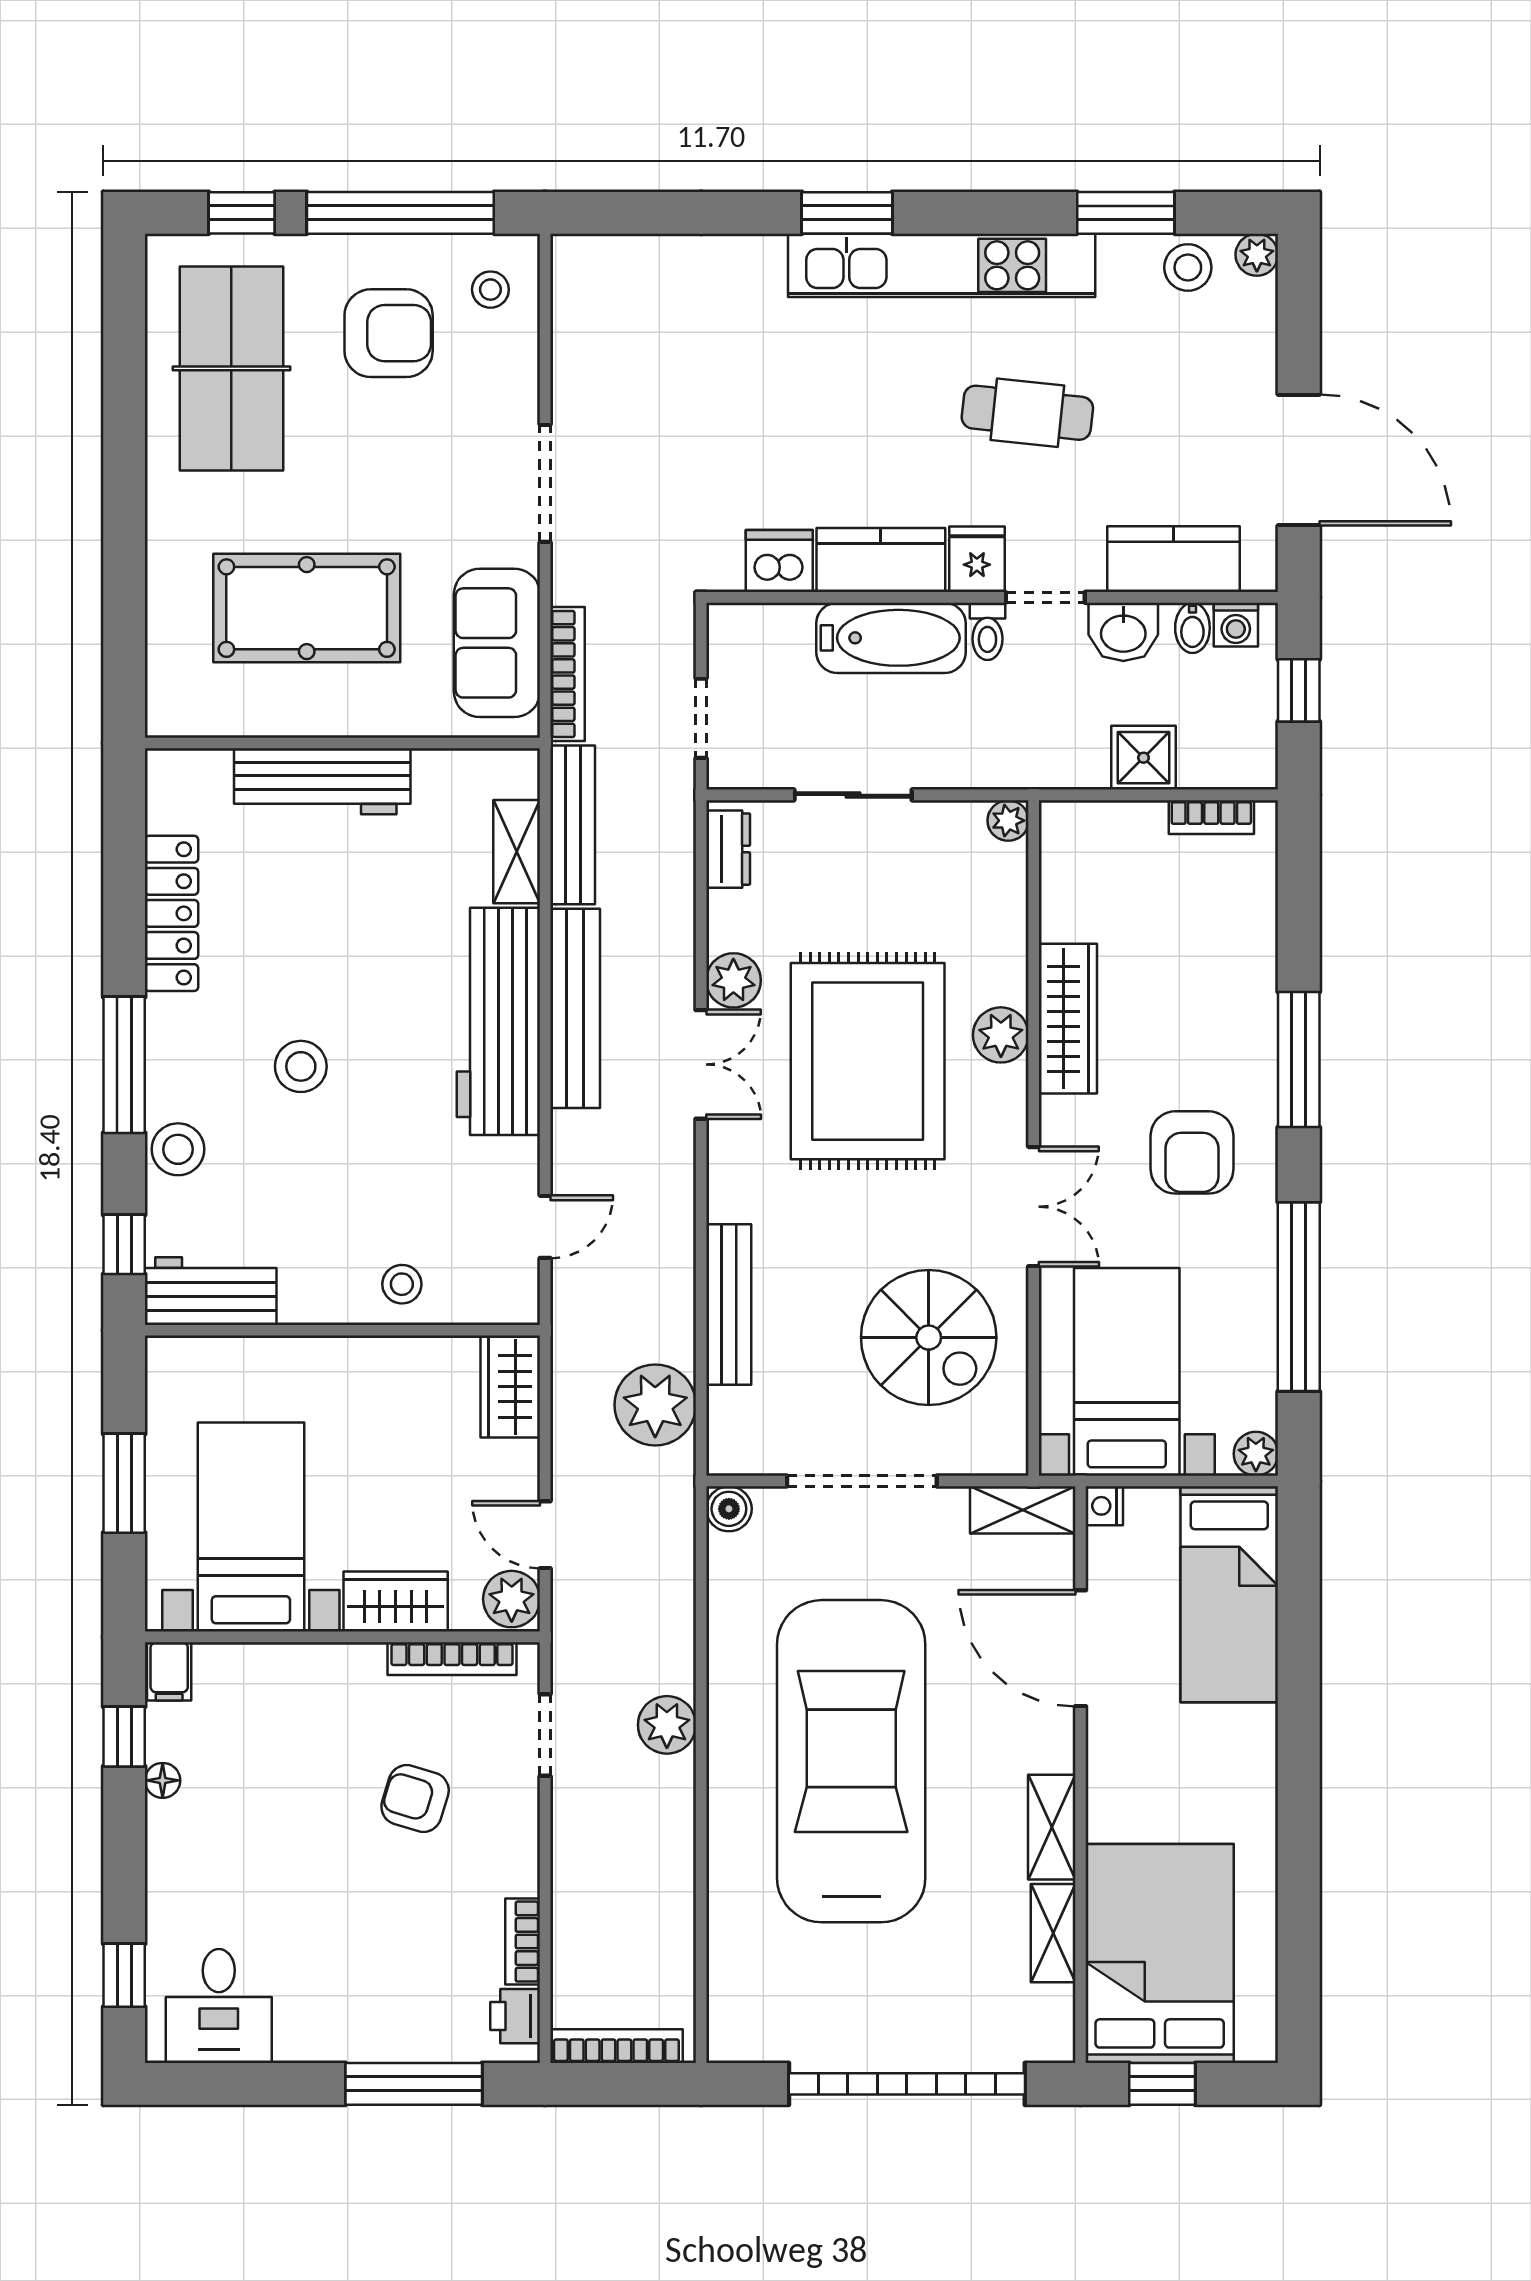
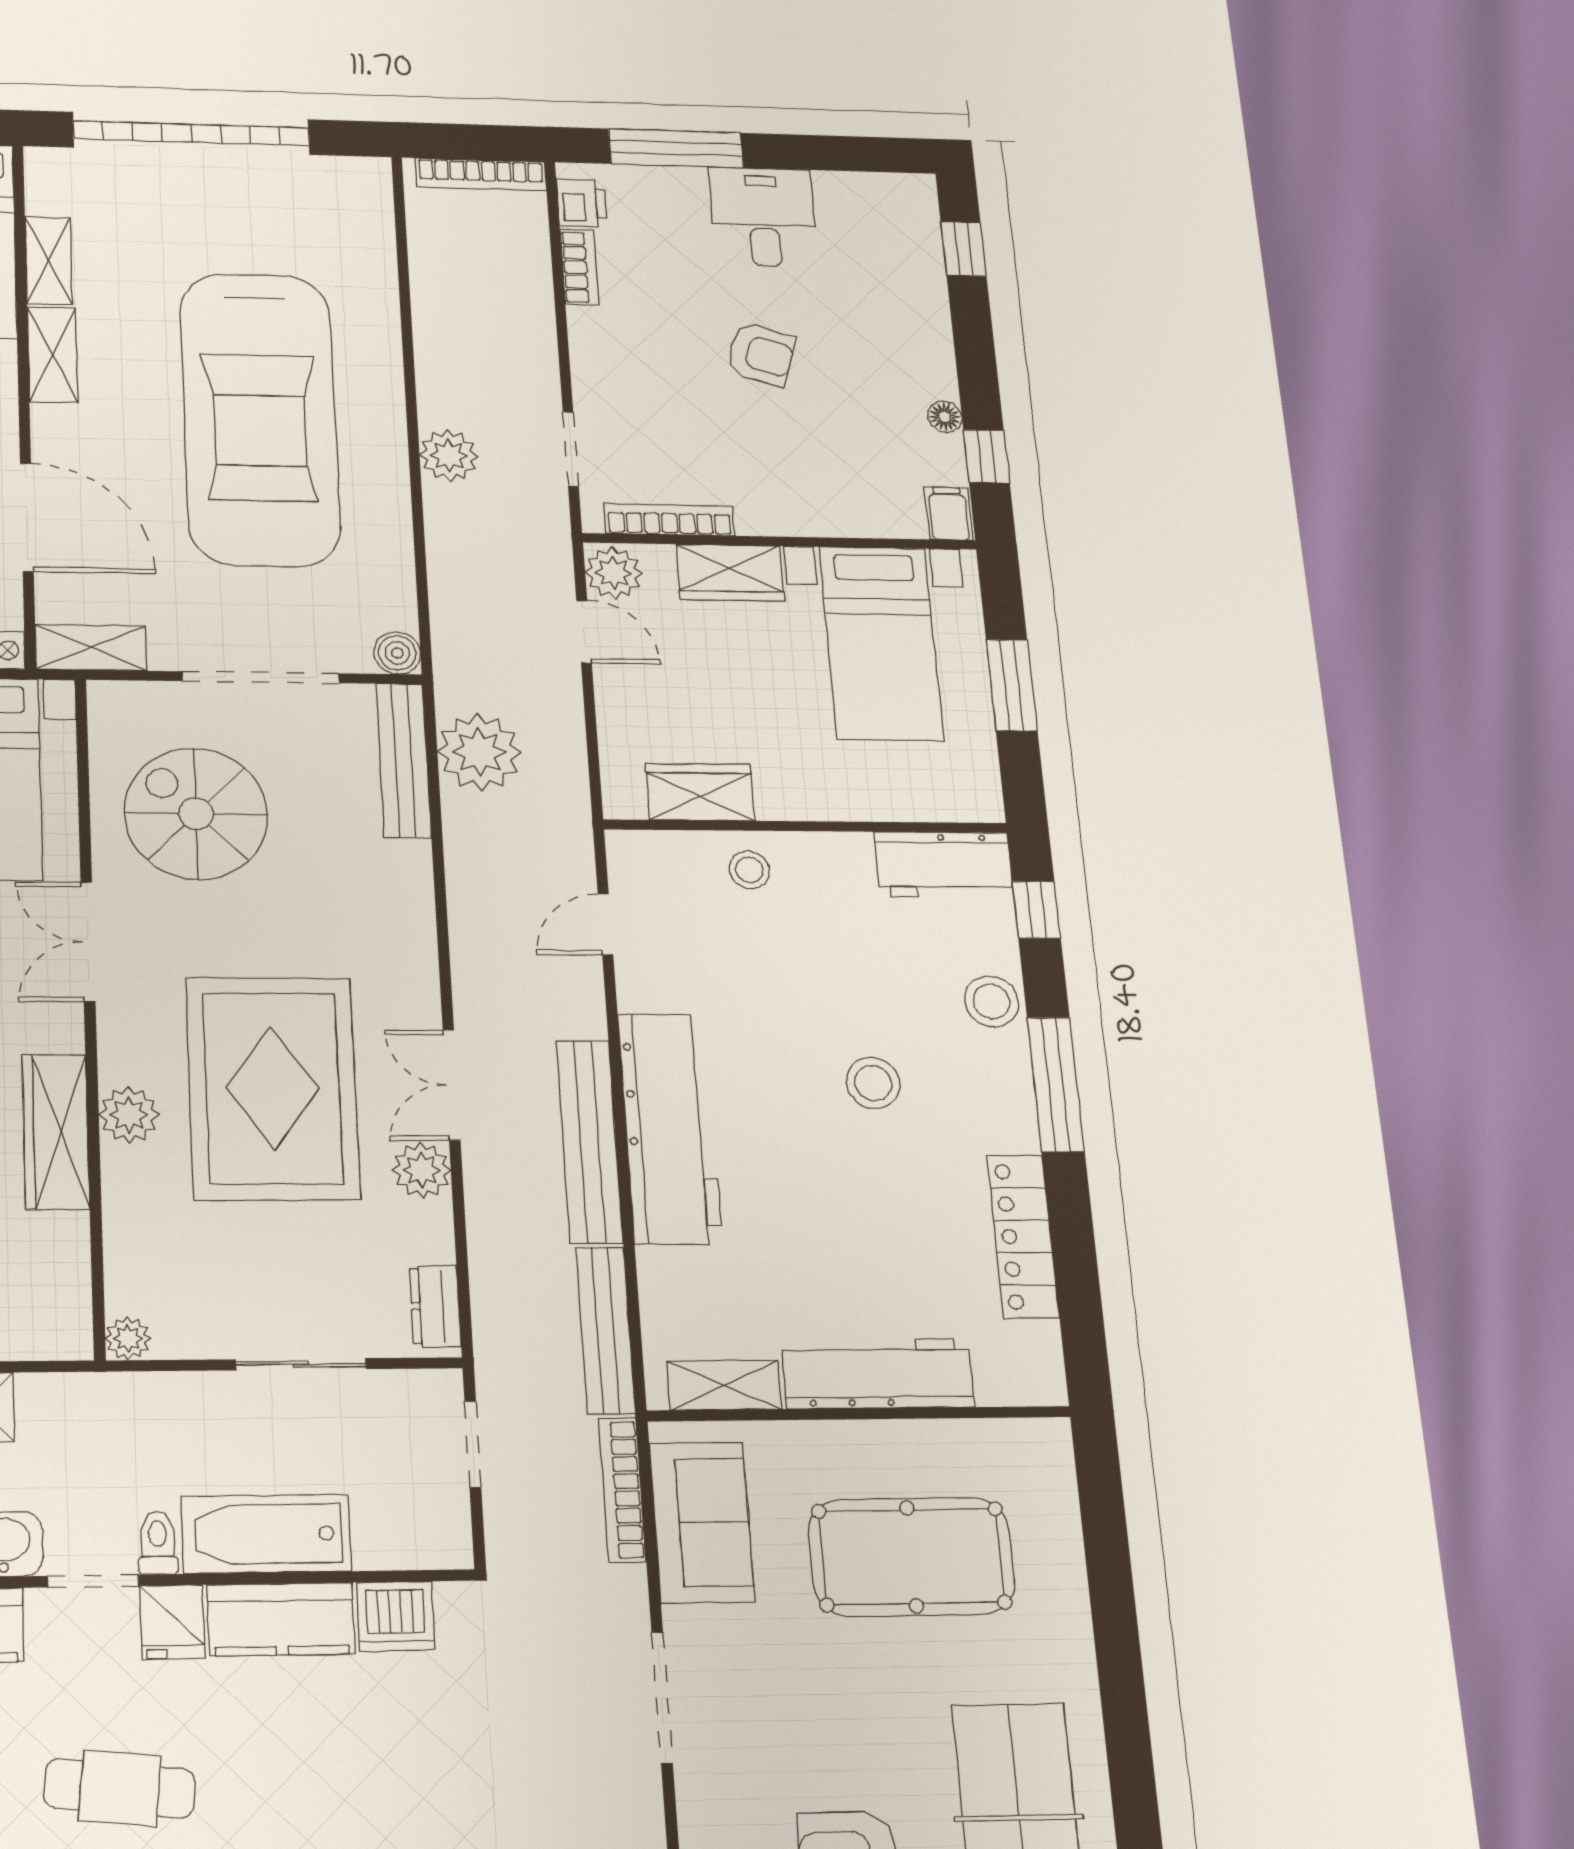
shelving: (517, 852) -> (724, 1385), moved, turned 90
bench: (729, 1305) -> (404, 760), moved
wardrobe: (510, 1387) -> (700, 792), moved, turned -90
armchair: (415, 1798) -> (761, 354), moved
desk: (219, 2006) -> (763, 217), moved

